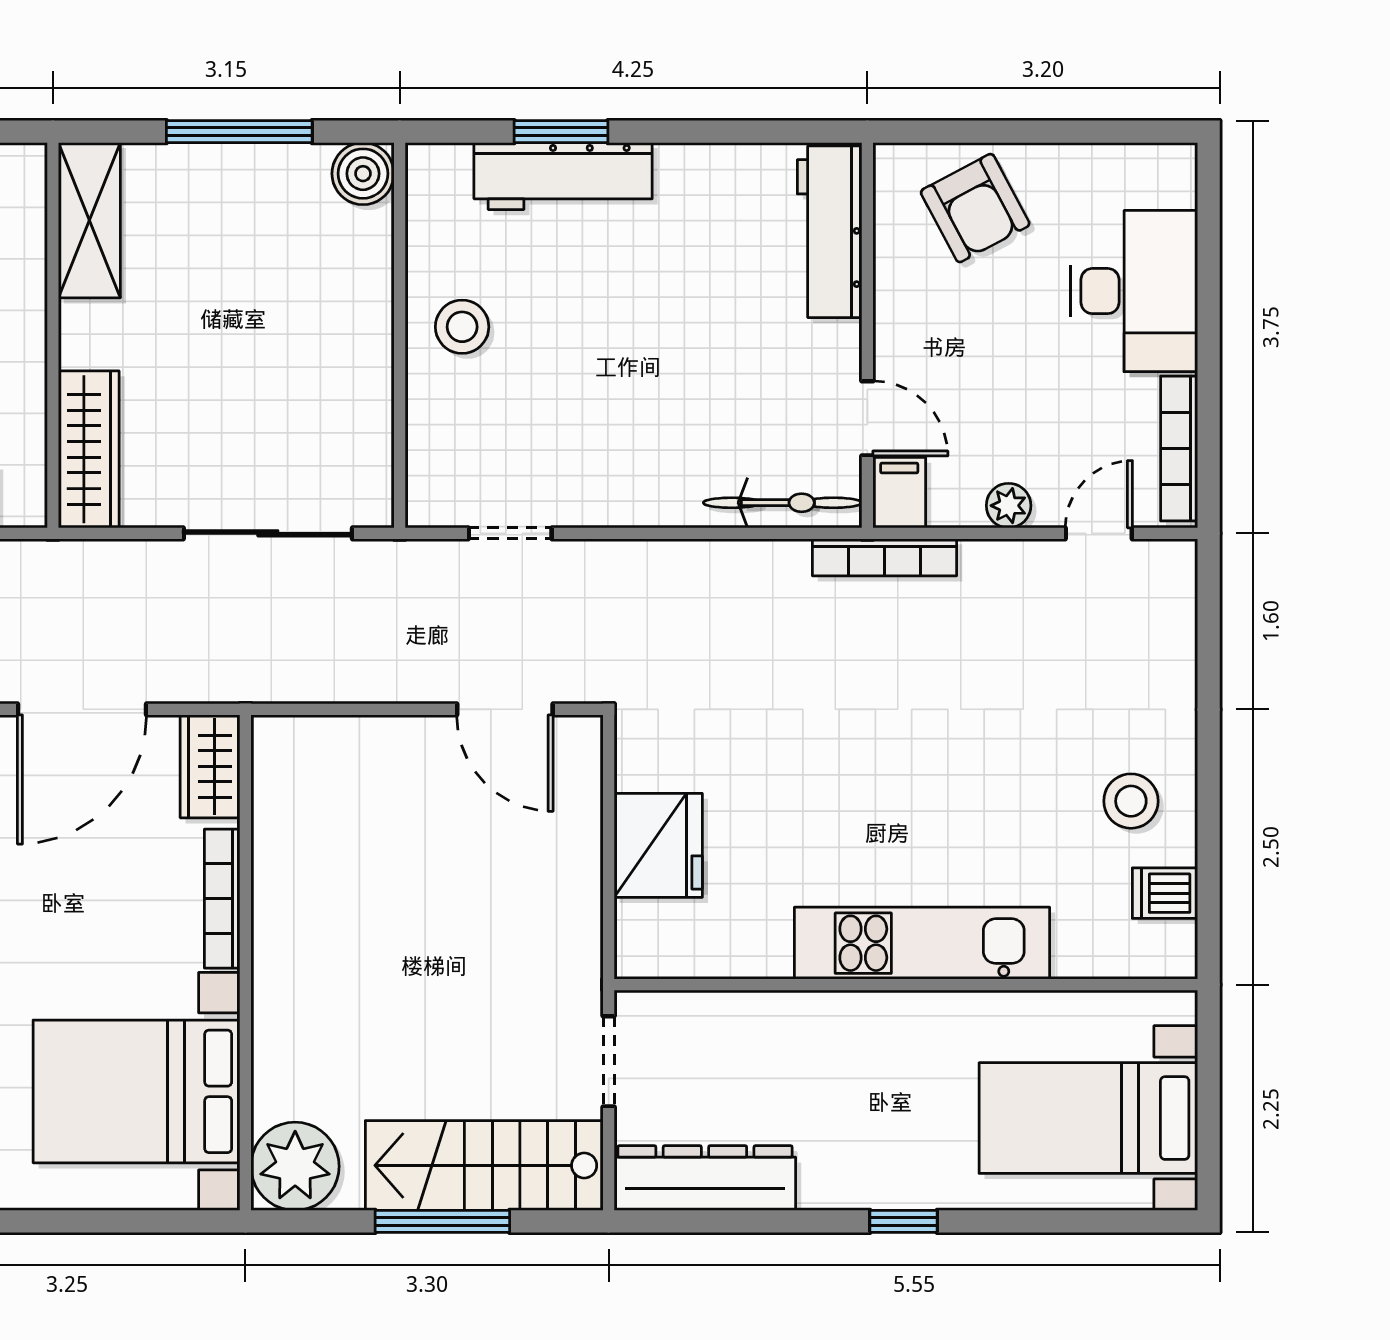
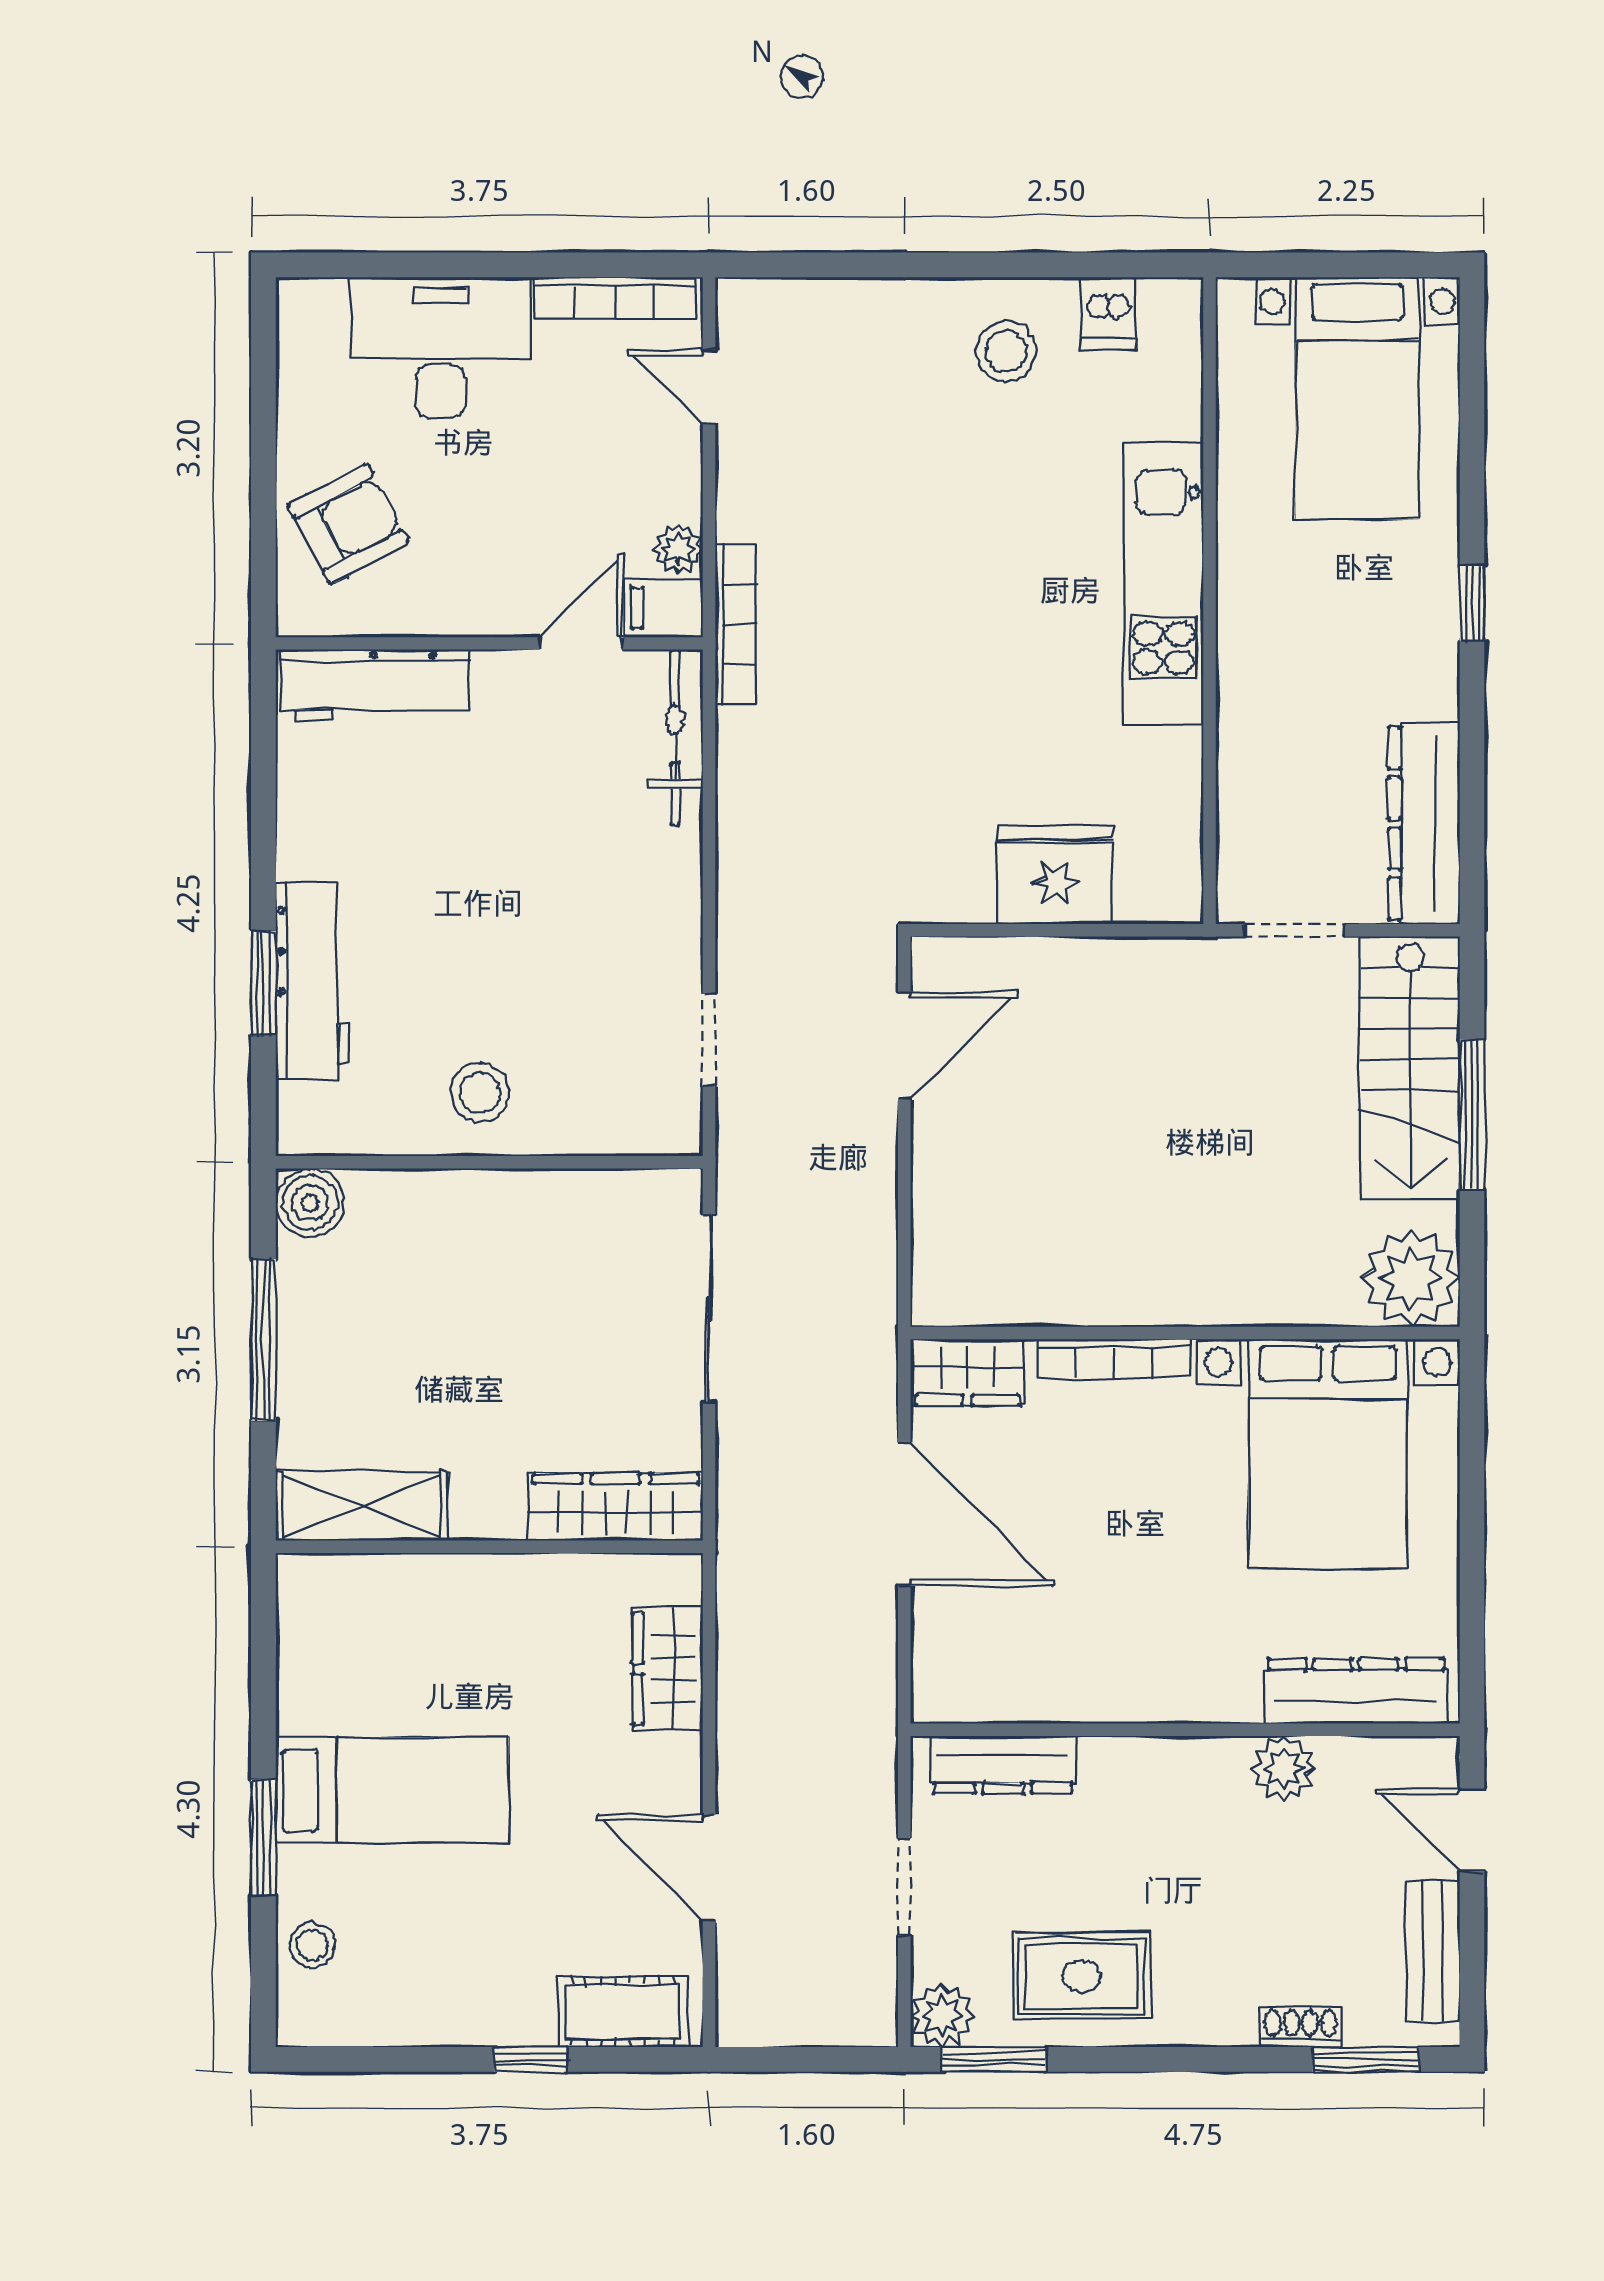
plant: (1009, 506) -> (678, 549), moved

